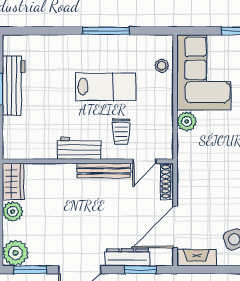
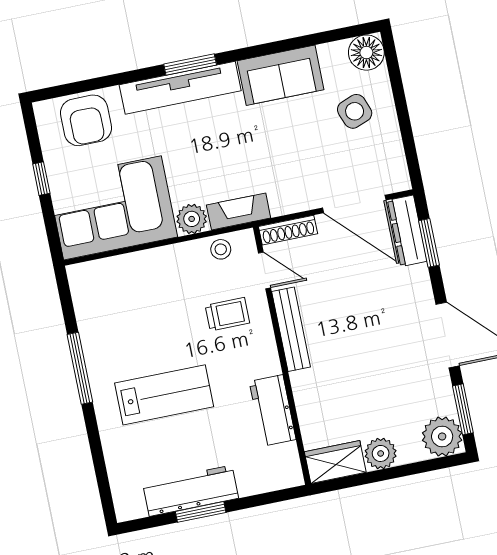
stool: (162, 66) -> (221, 249), moved
lab bench: (106, 87) -> (164, 395), moved, turned 90
workbench: (79, 148) -> (273, 410), moved
dresser: (127, 257) -> (407, 231), moved
fireplace: (197, 258) -> (239, 212), moved, turned 90

